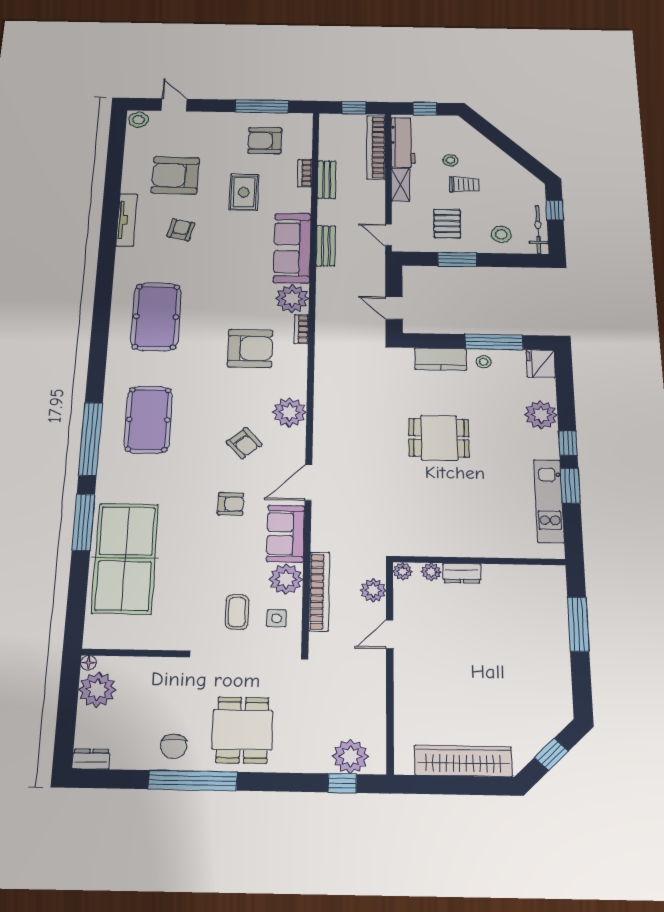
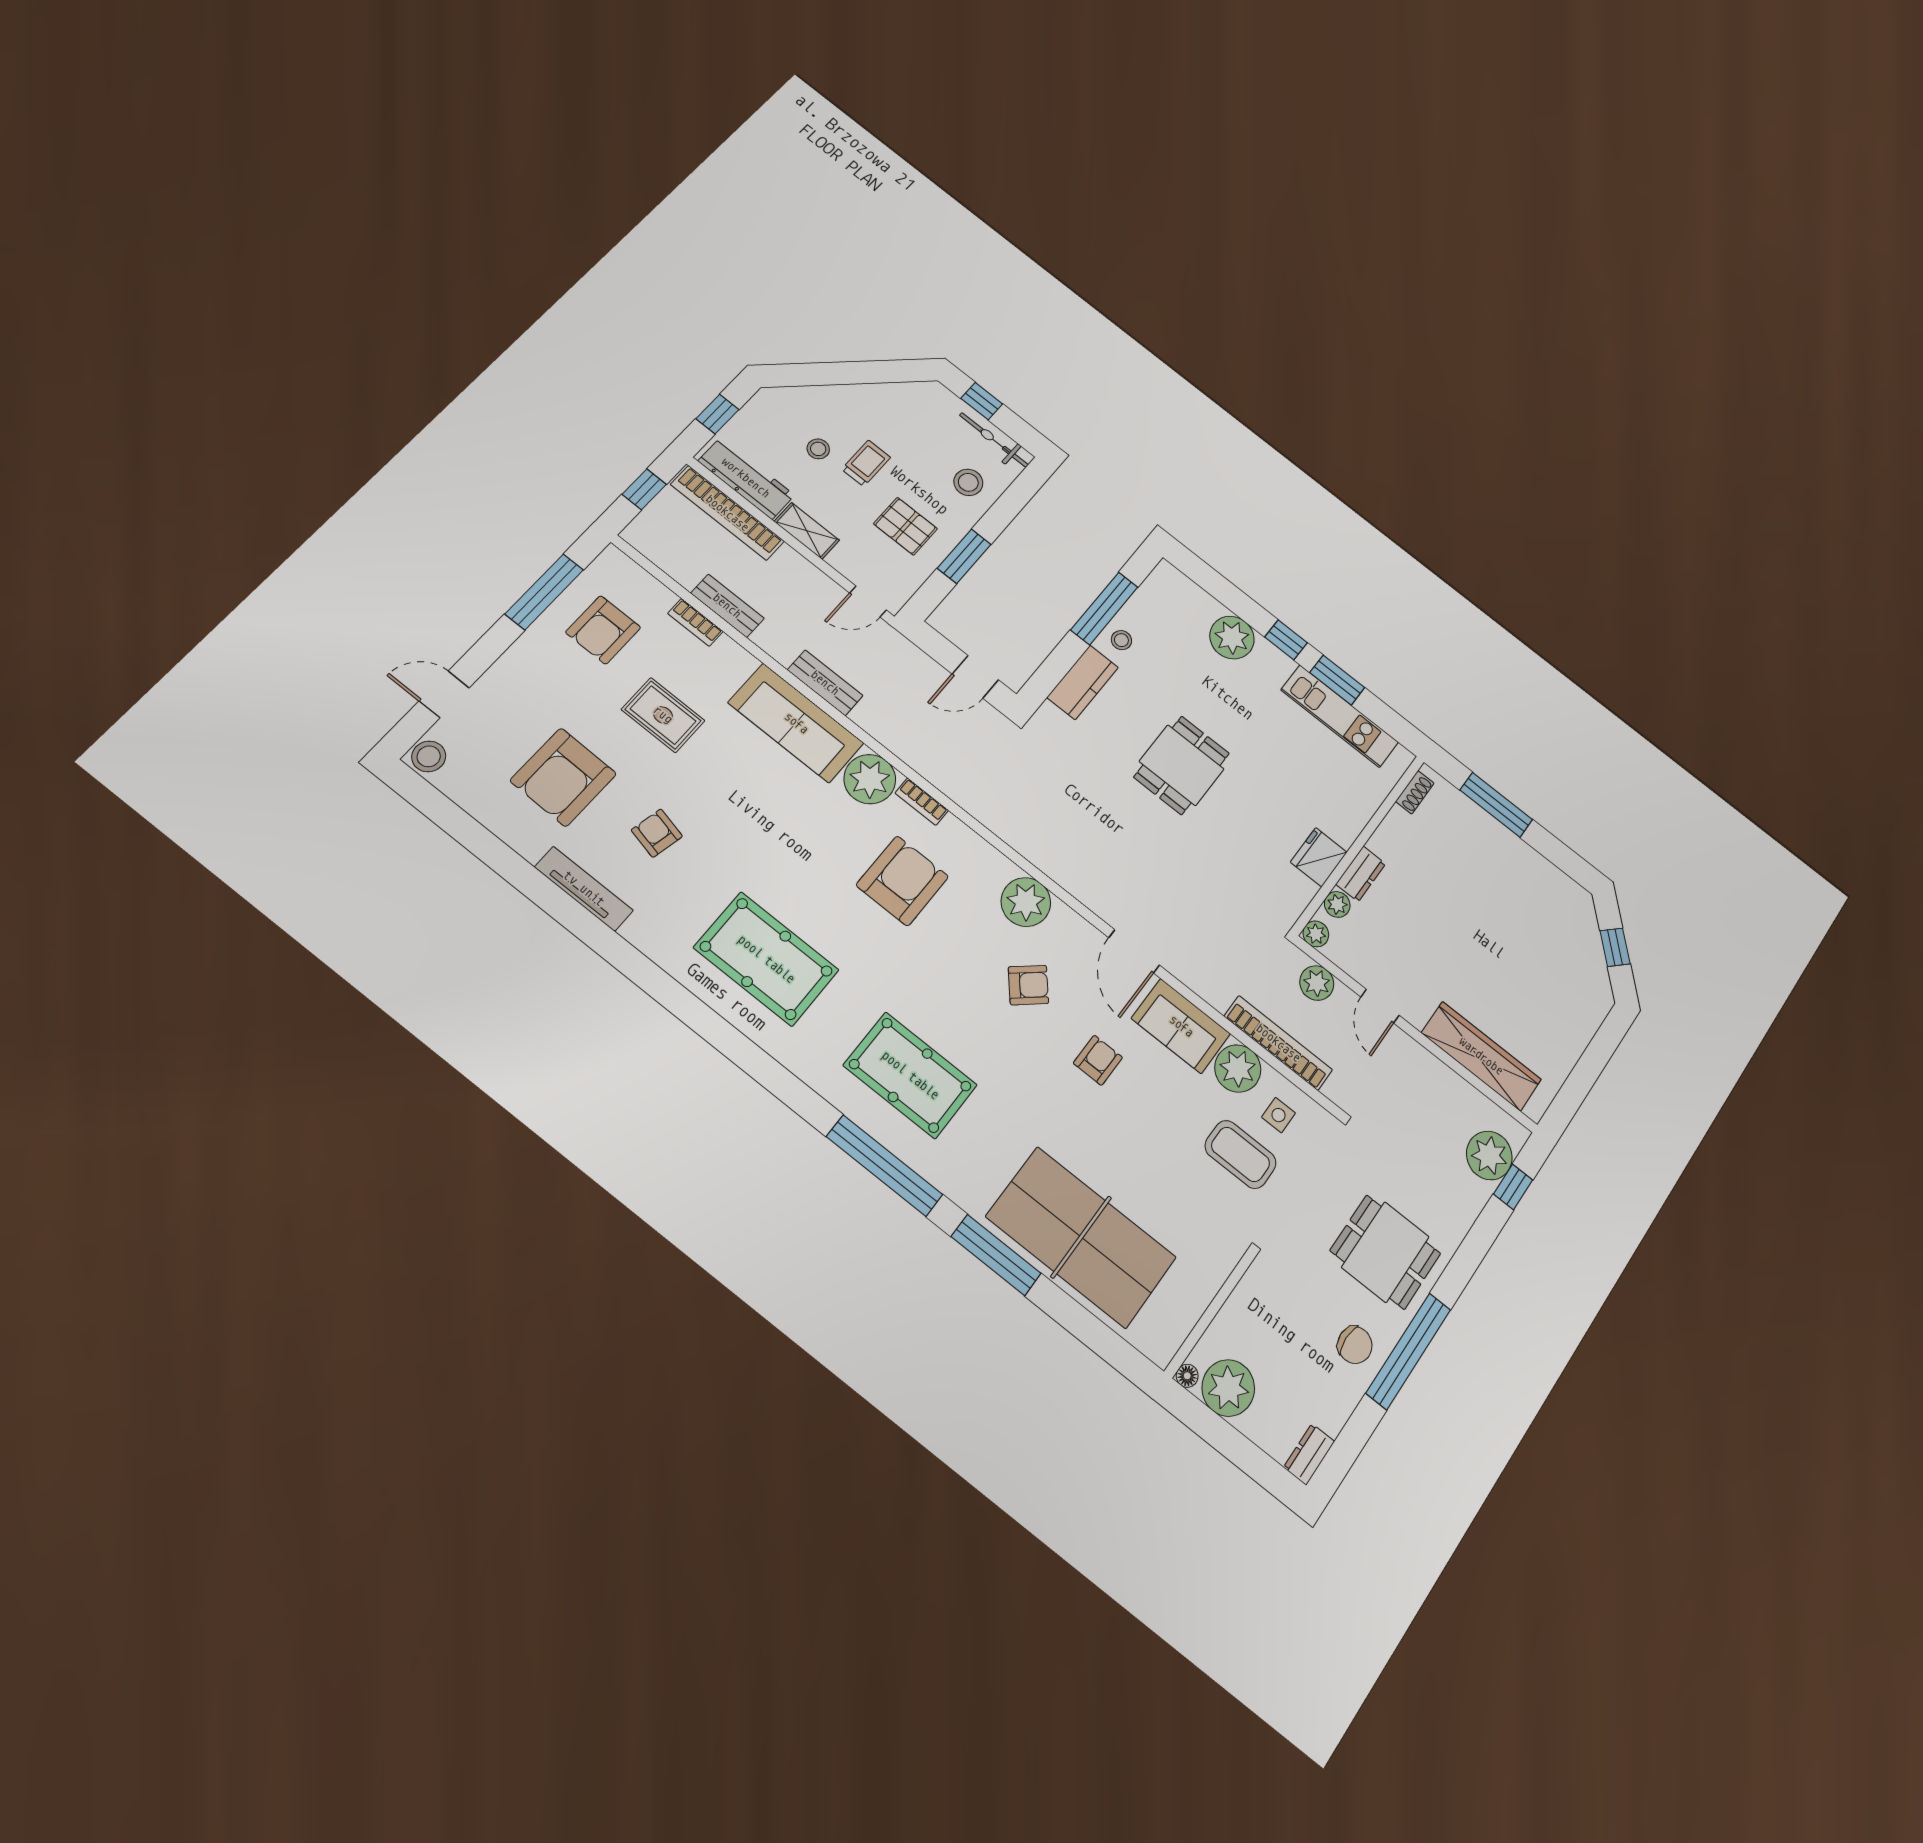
fridge: (541, 364) -> (1319, 857), moved, turned 90
shoe rack: (541, 572) -> (1415, 792), added
coffee table: (237, 612) -> (1241, 1154), width x1.36, depth x1.30
wardrobe: (463, 761) -> (1481, 1056), moved, turned 90

